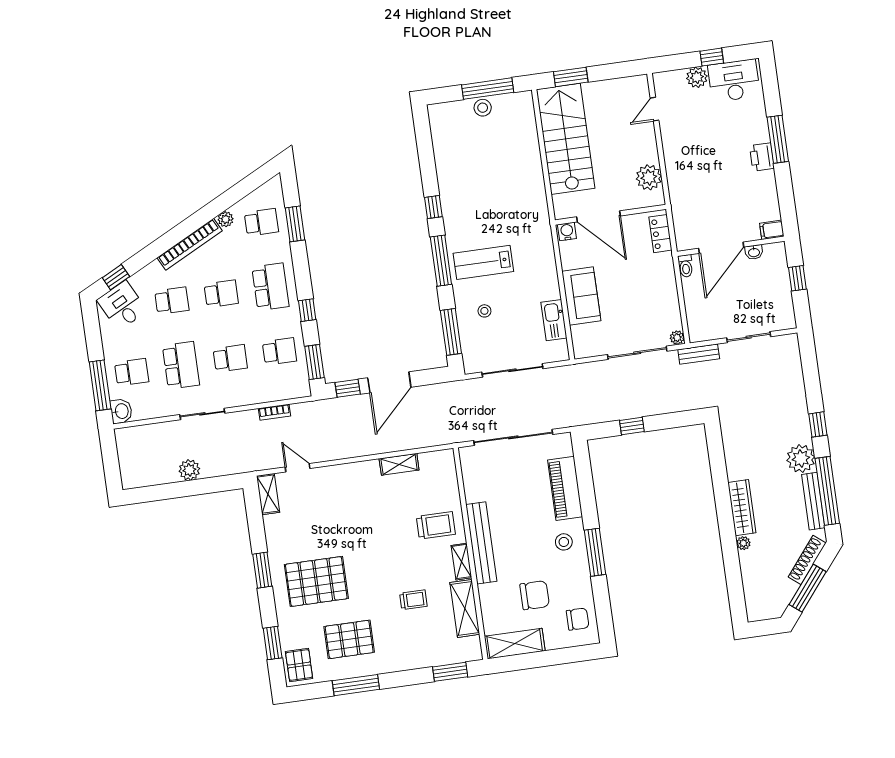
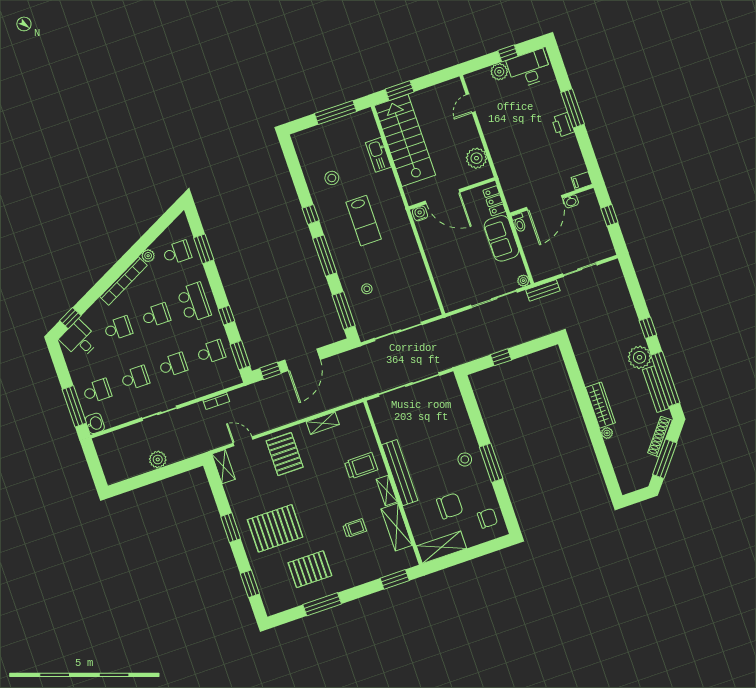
stool: (483, 108) -> (332, 178), moved
lab bench: (483, 262) -> (364, 221), moved, turned -90
sofa: (581, 296) -> (501, 238), moved, turned 180
kitchen sink: (554, 320) -> (378, 155), moved
school desk: (181, 365) -> (135, 378), width x0.54
piano: (565, 488) -> (458, 417), removed
pallet: (299, 665) -> (285, 454), moved, width x1.50, depth x1.42

